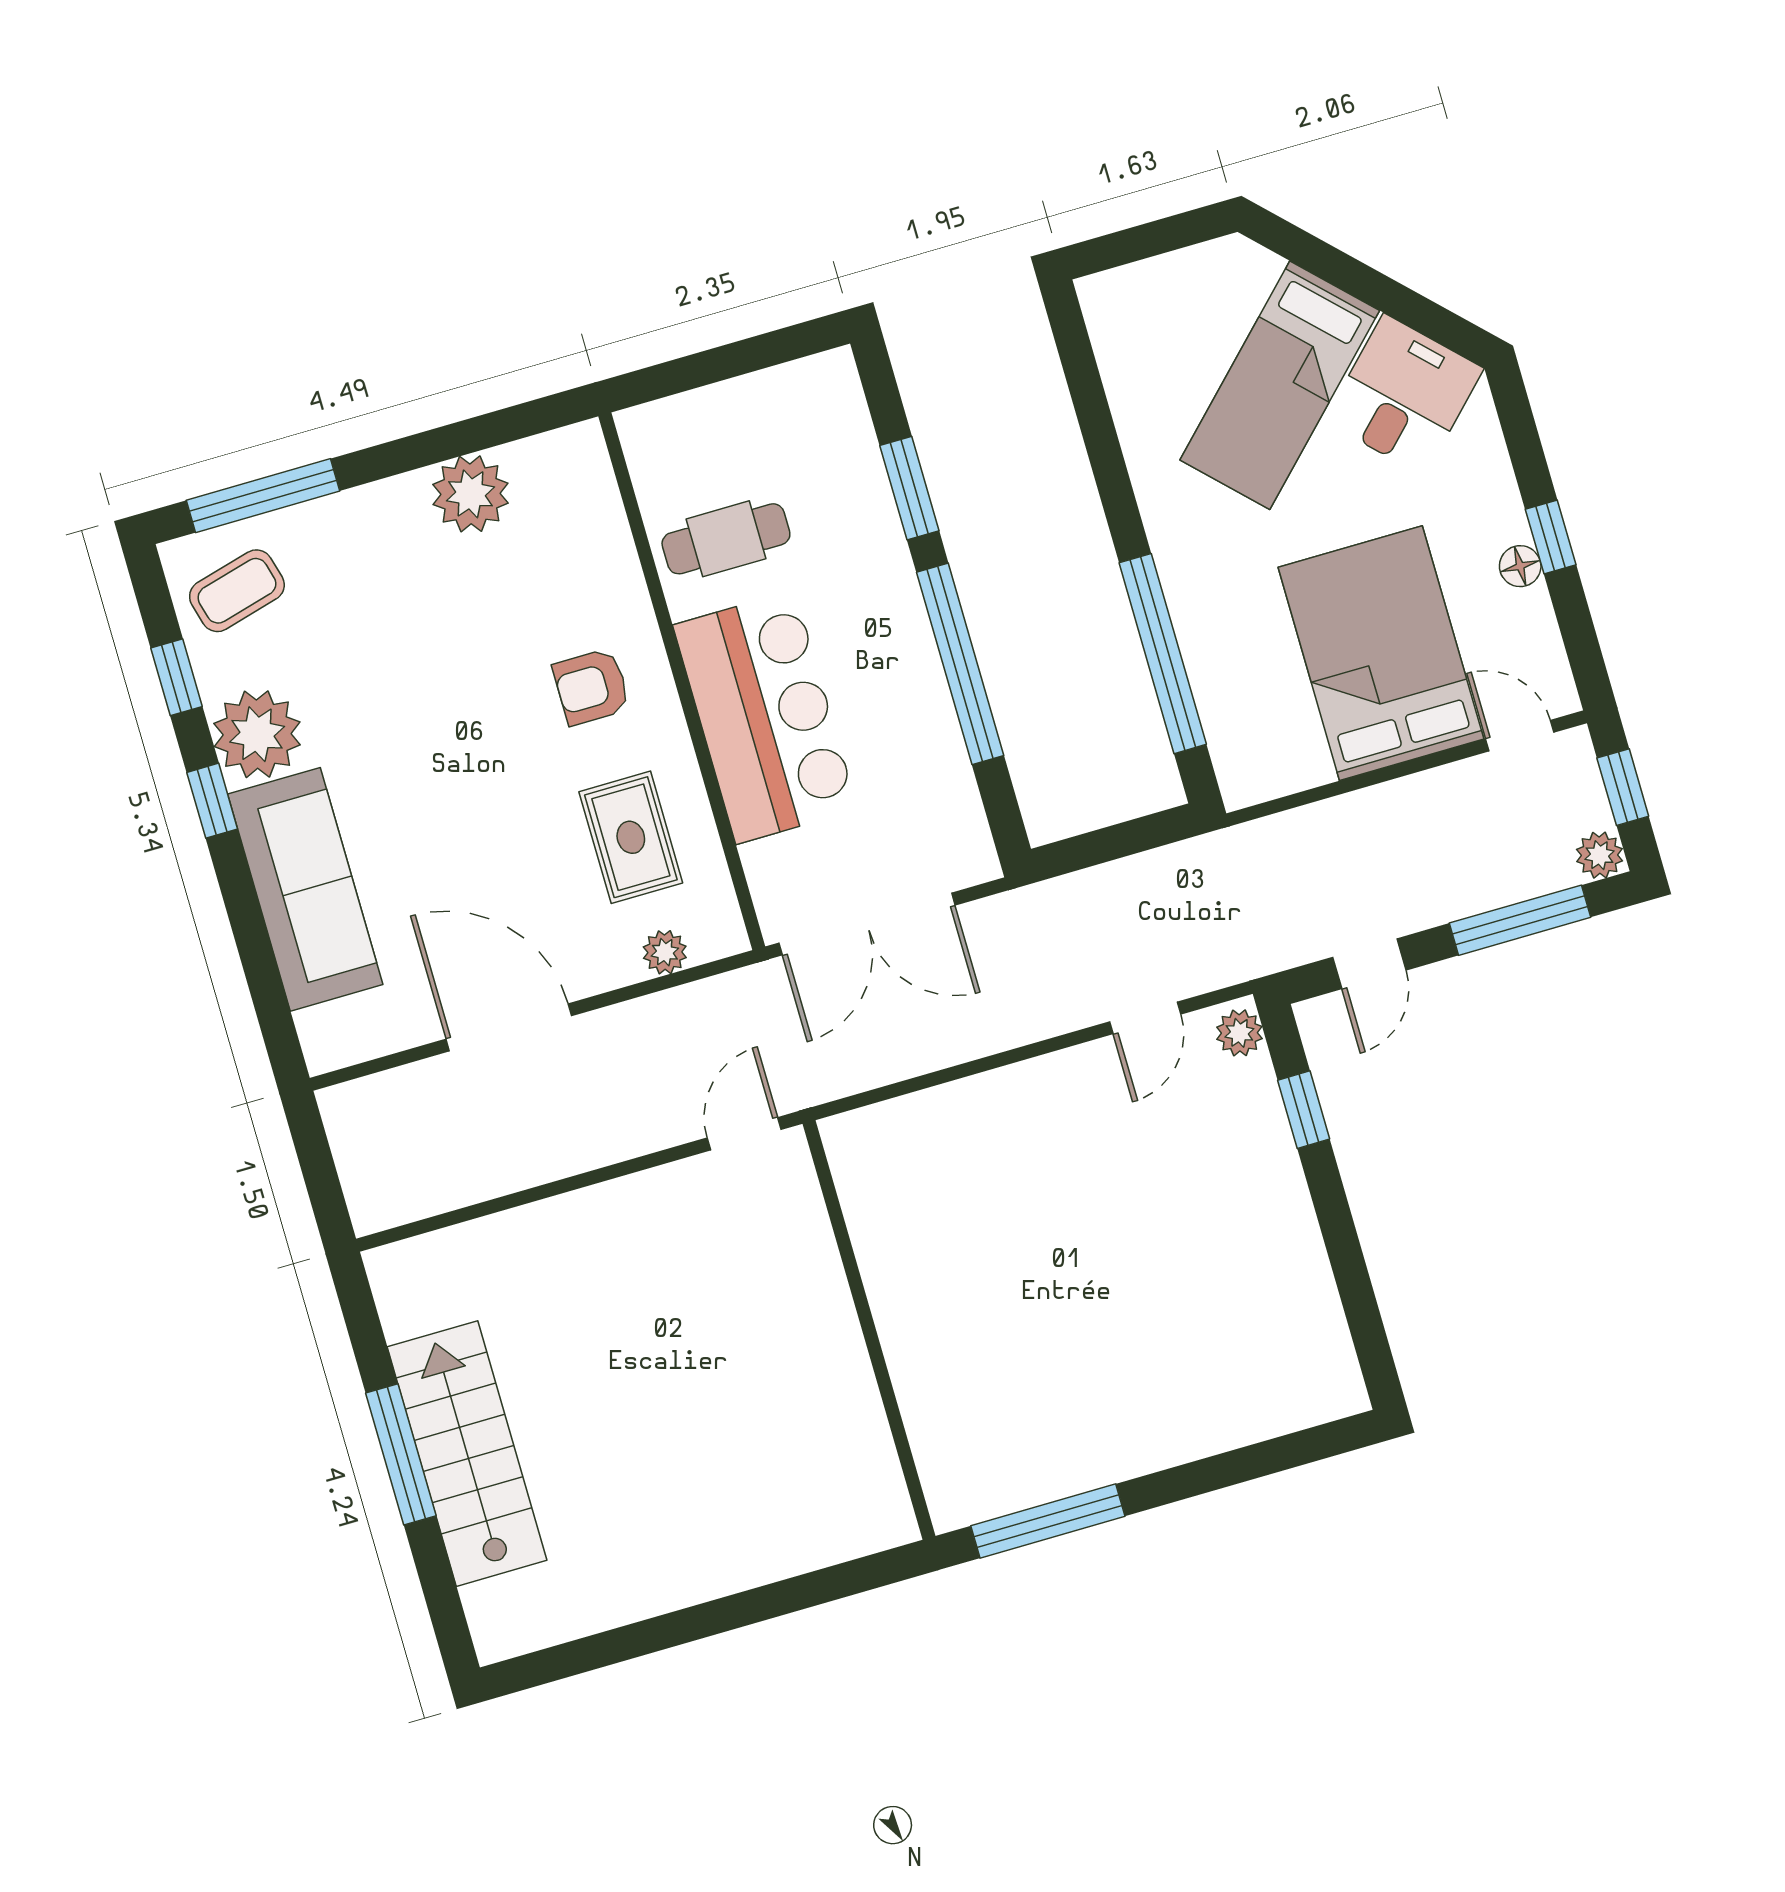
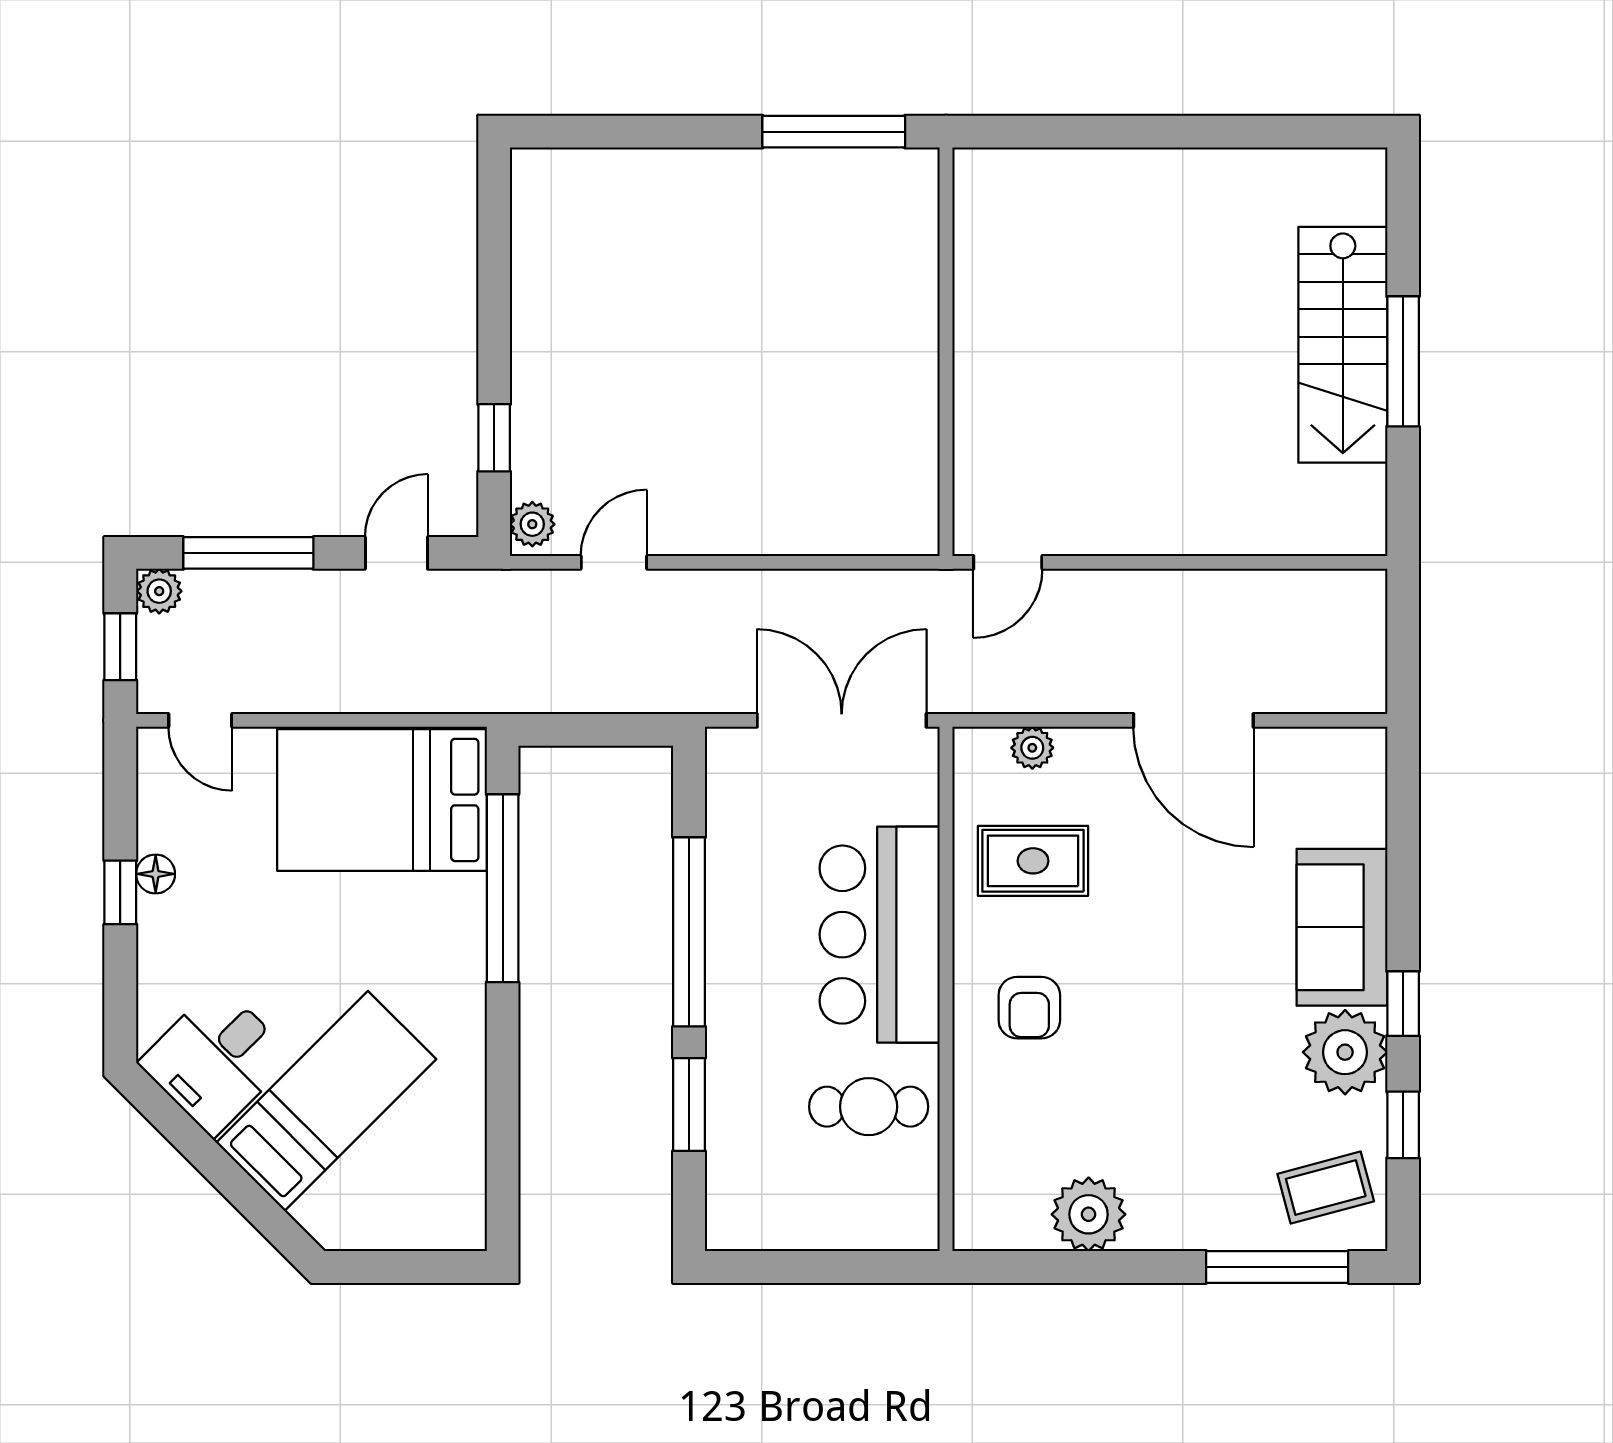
bed: (1381, 653) -> (382, 800), moved, turned 90
armchair: (591, 687) -> (1029, 1008), turned 90
rug: (631, 837) -> (1033, 861), turned 90
sofa: (305, 889) -> (1342, 927), width x0.73

